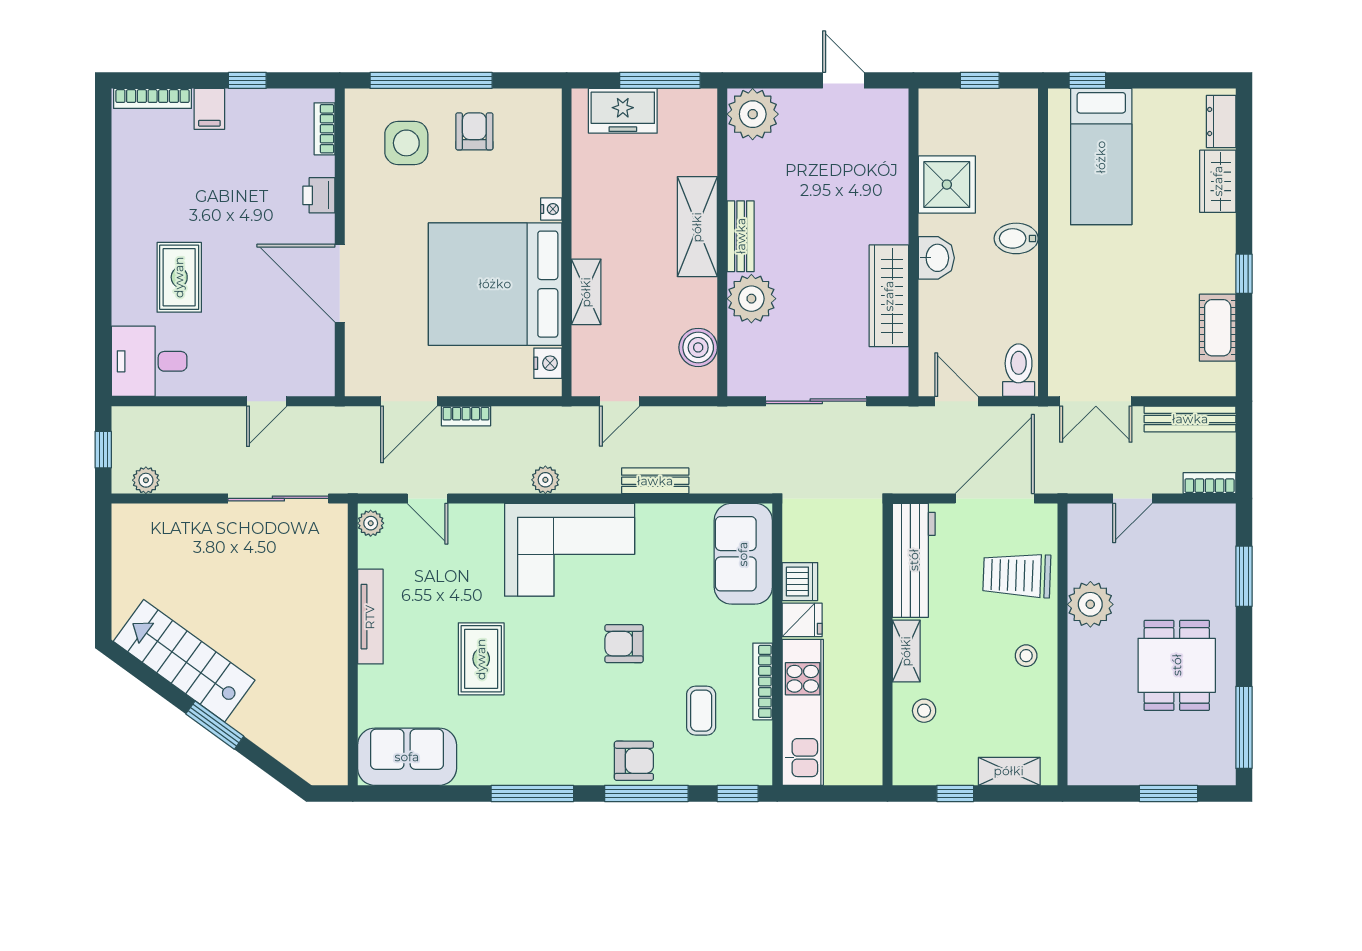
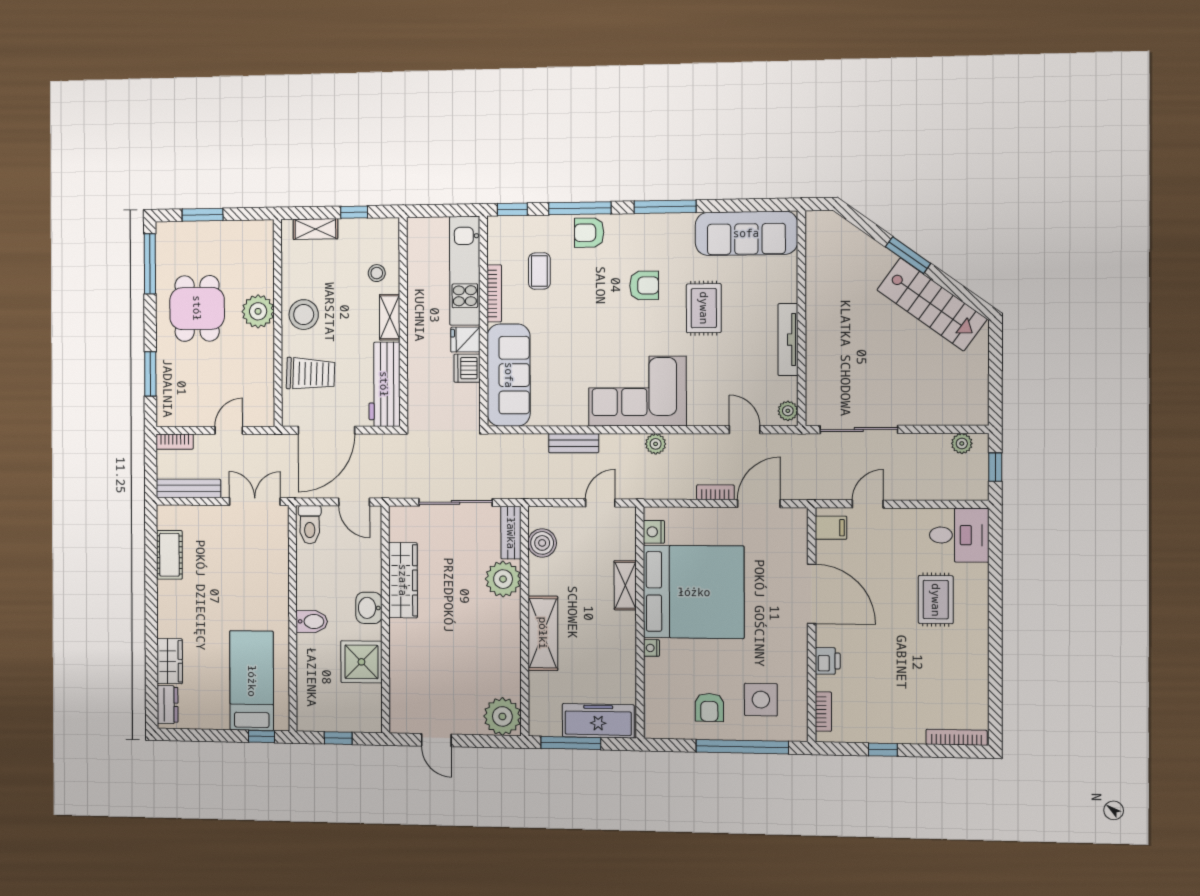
filing cabinet: (209, 109) -> (831, 528), moved, turned 90
freezer: (623, 111) -> (598, 721), width x1.40
bench: (741, 236) -> (511, 533), moved
window: (1244, 274) -> (151, 594), removed
sofa: (743, 554) -> (509, 375), width x1.36
plant: (1090, 604) -> (258, 311), moved
armchair: (624, 644) -> (644, 285), moved
stool: (1026, 656) -> (304, 315), width x1.89, depth x1.89
sofa: (407, 757) -> (746, 233), width x1.36

